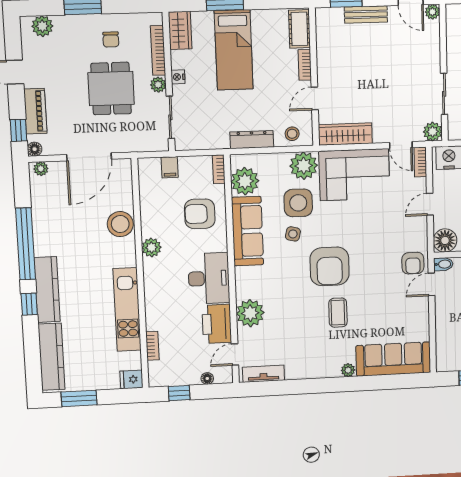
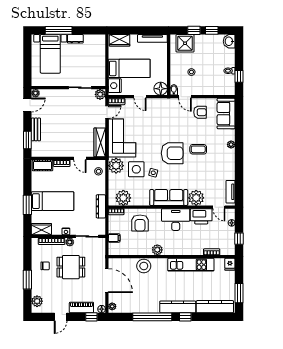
dresser: (252, 140) -> (101, 206), moved
sofa: (247, 231) -> (169, 198), moved
armchair: (413, 263) -> (200, 112), moved
sofa: (393, 359) -> (226, 114), width x0.73

